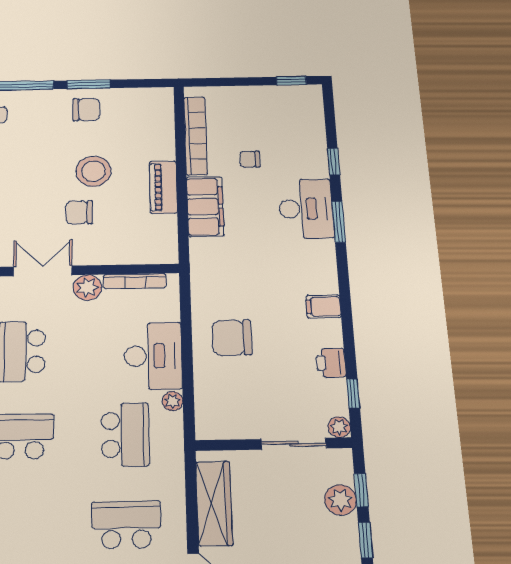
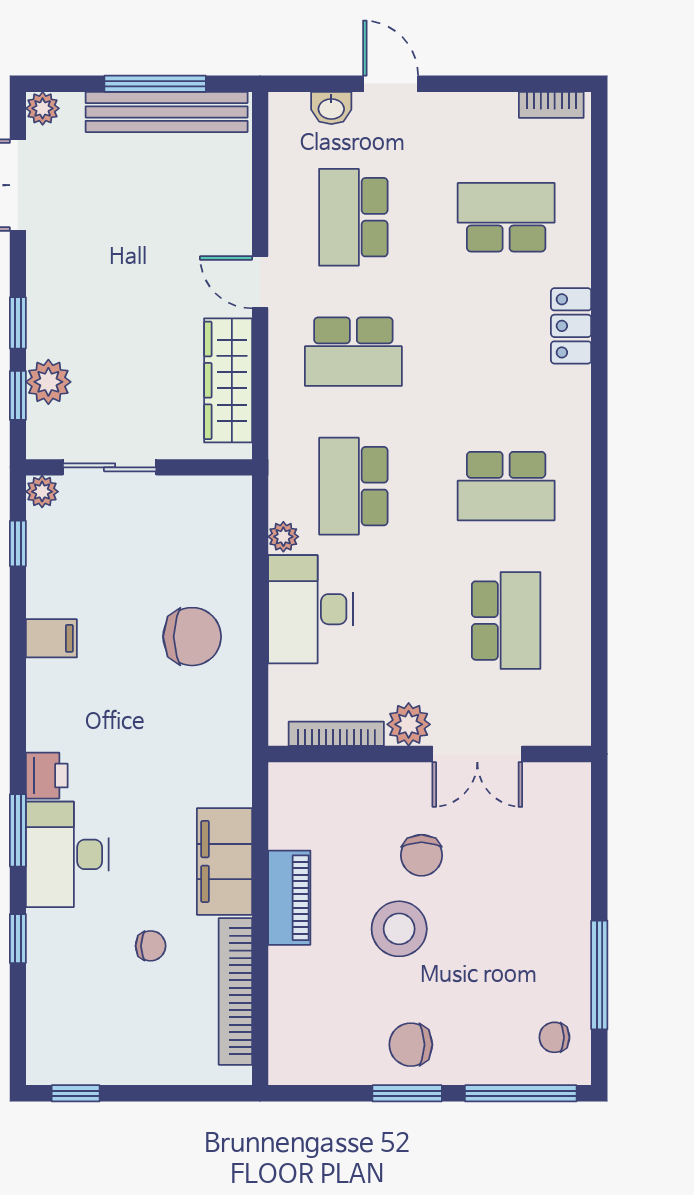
chair: (79, 212) -> (421, 855), turned 90
filing cabinet: (323, 307) -> (51, 638), moved
printer: (331, 363) -> (47, 776), moved

